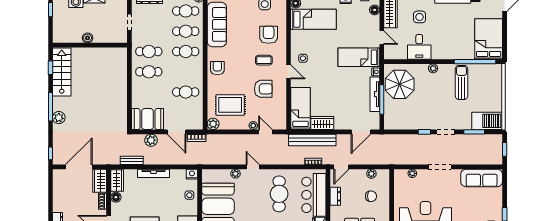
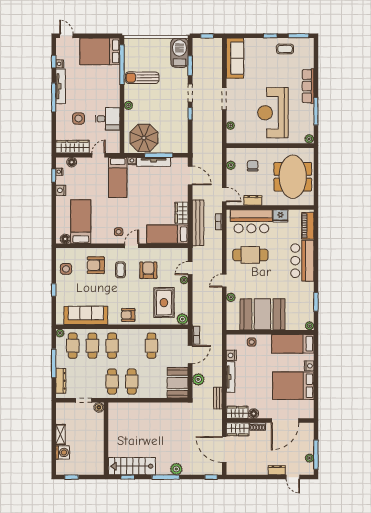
boiler: (88, 38) -> (99, 407), moved
nightstand: (192, 174) -> (231, 355), moved

